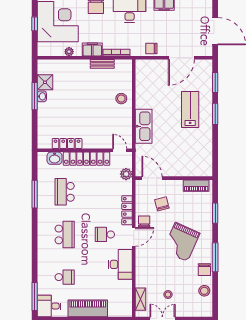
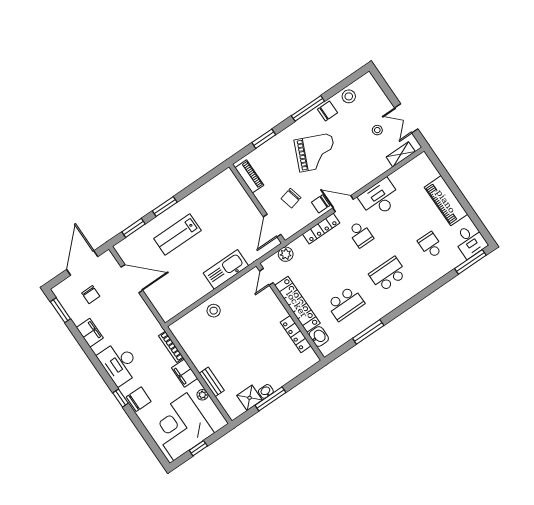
chair: (151, 49) -> (91, 295), moved
bench: (102, 64) -> (212, 382), moved

